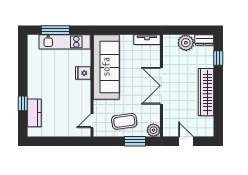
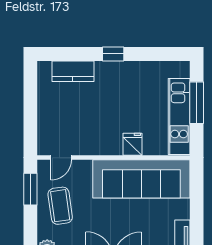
window: (23, 103) -> (113, 54), moved
door: (92, 121) -> (61, 158), swing flipped
window: (135, 141) -> (30, 189), moved

